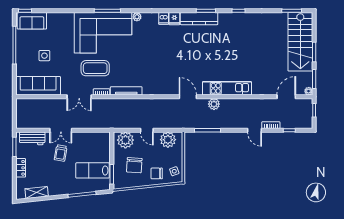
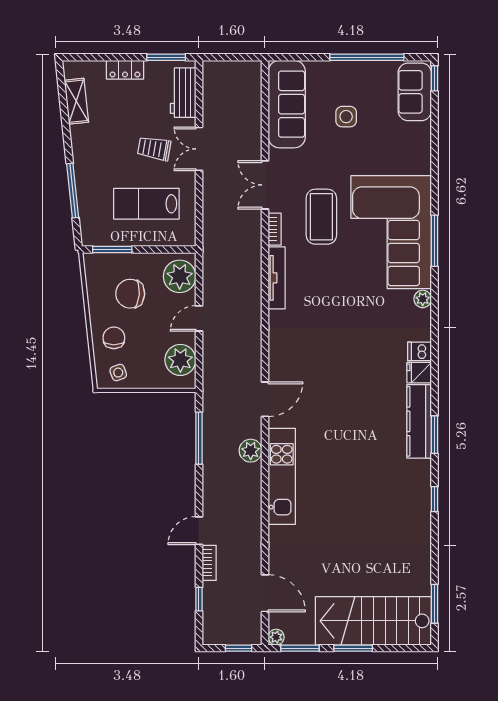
lab bench: (93, 170) -> (146, 204), moved, turned -90

